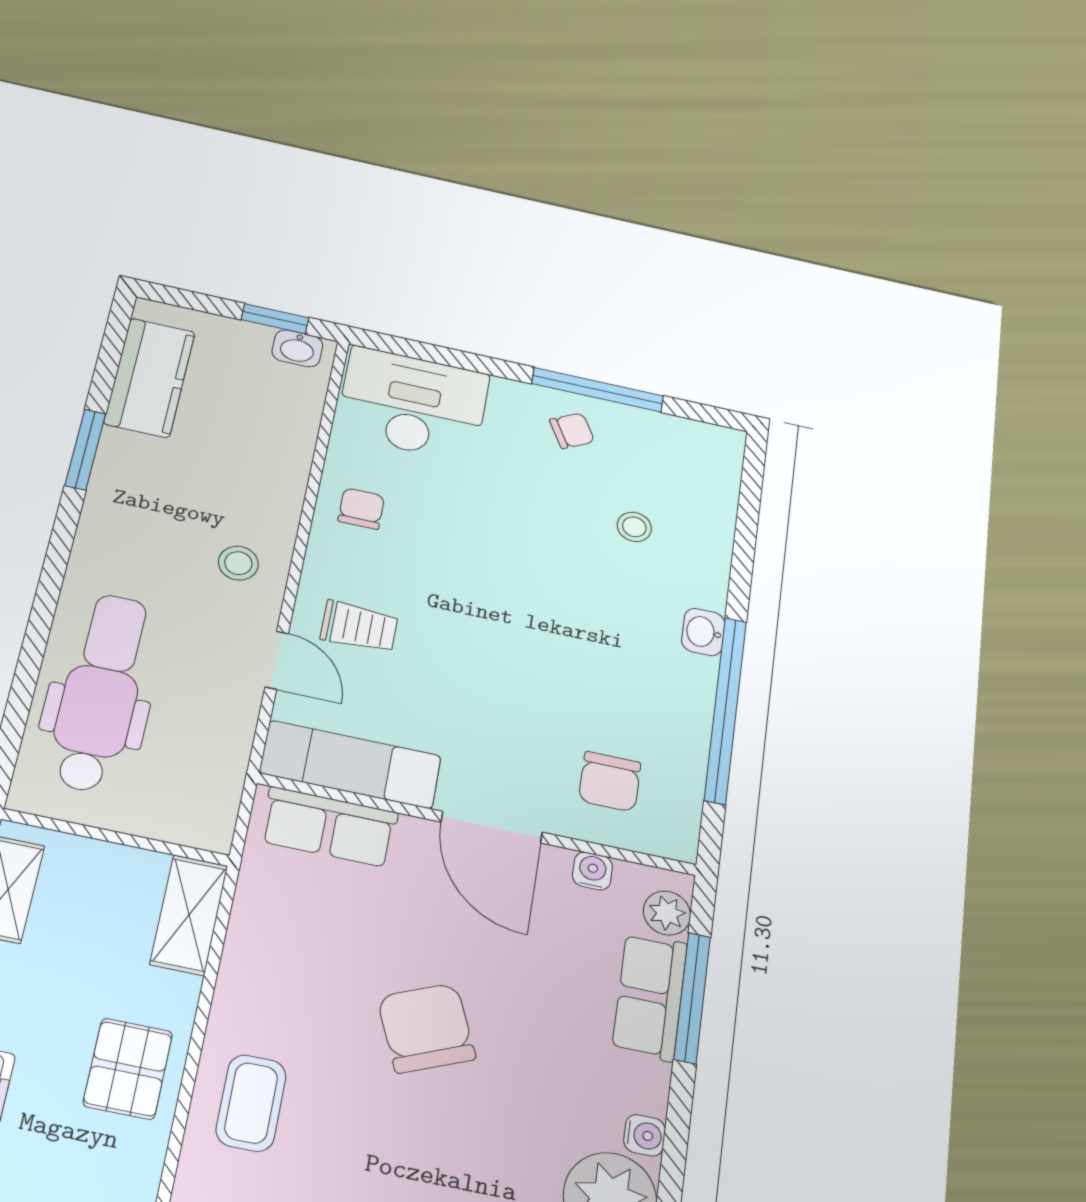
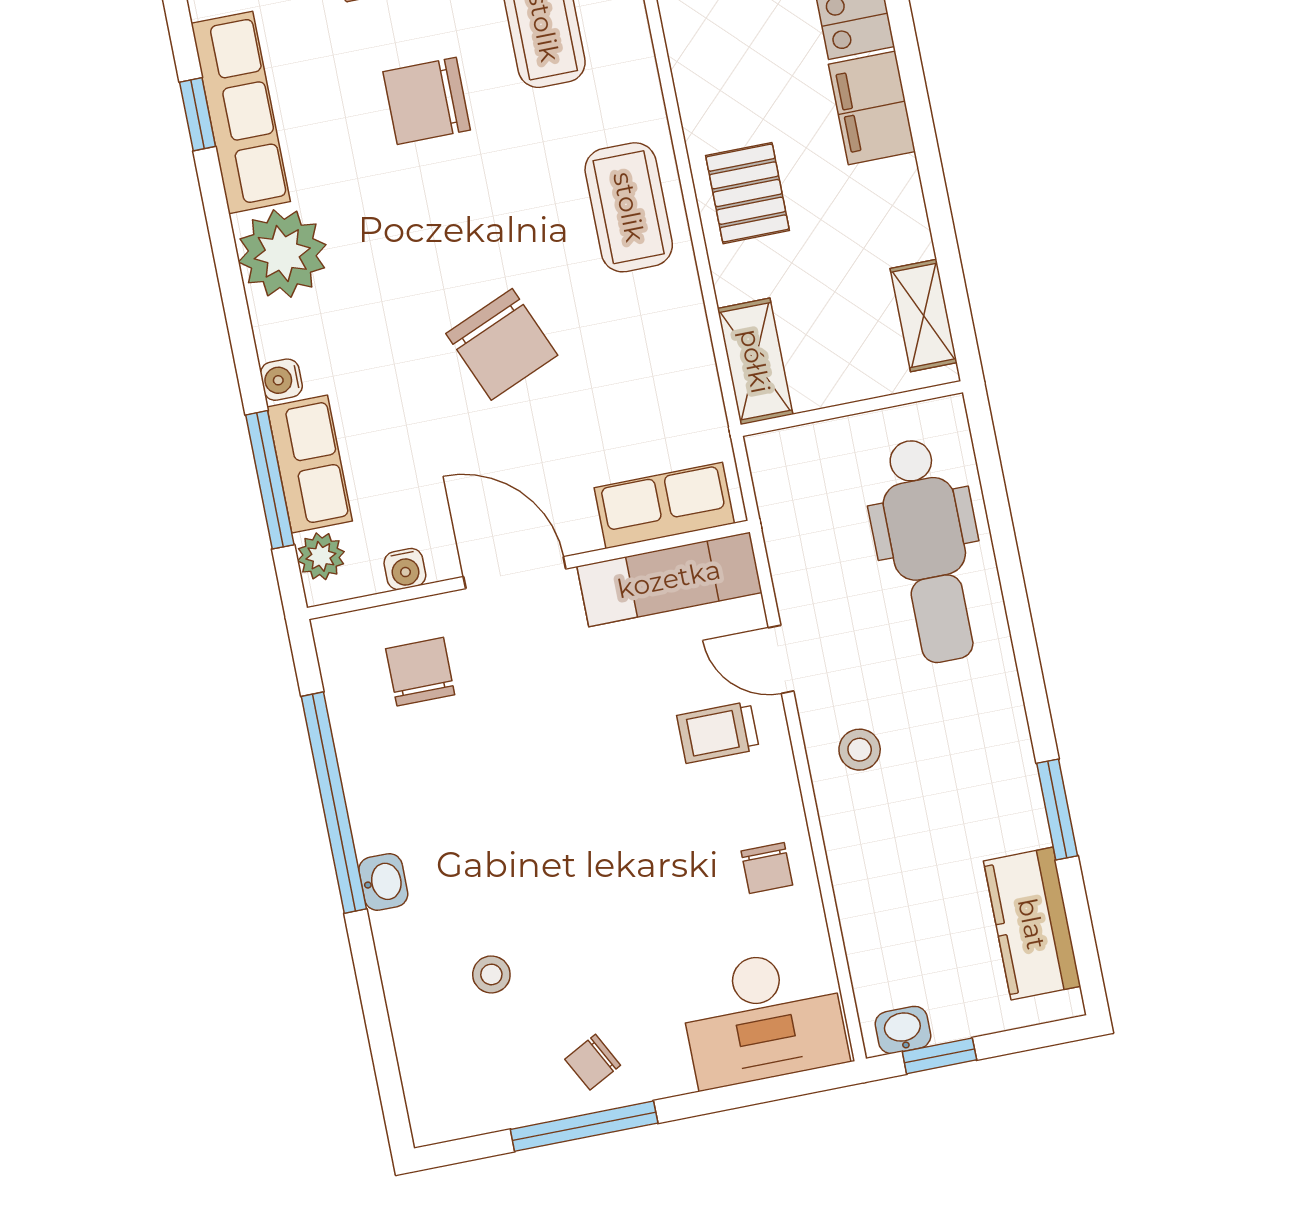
coffee table: (251, 1103) -> (629, 207), width x1.36, depth x1.30
water cooler: (645, 1135) -> (281, 380), moved

